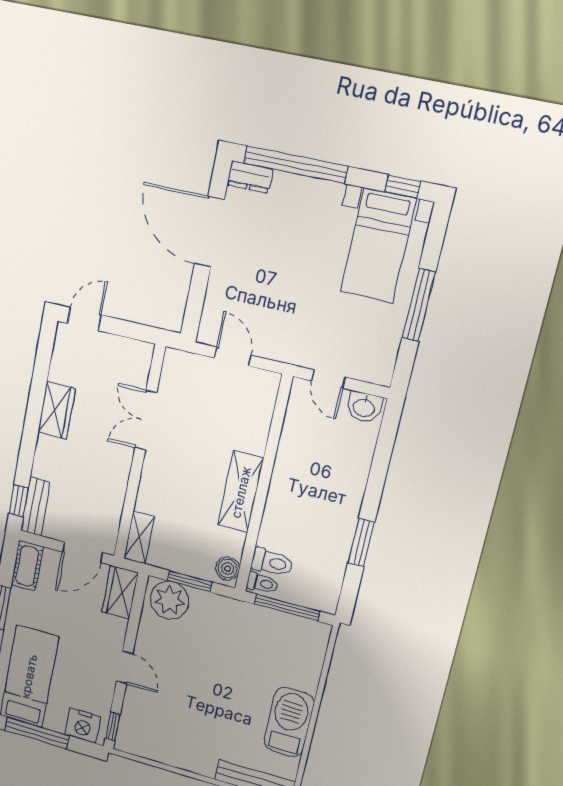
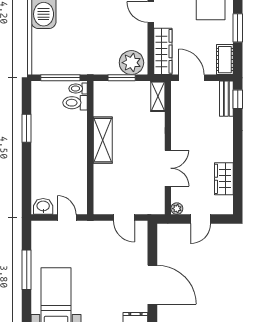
door: (84, 319) -> (201, 219), moved
plant: (144, 351) -> (177, 209), added
wardrobe: (56, 410) -> (224, 179), moved
door: (82, 552) -> (191, 78), hinge flipped
boiler: (228, 569) -> (101, 92), removed
wardrobe: (120, 592) -> (163, 51), width x1.50

